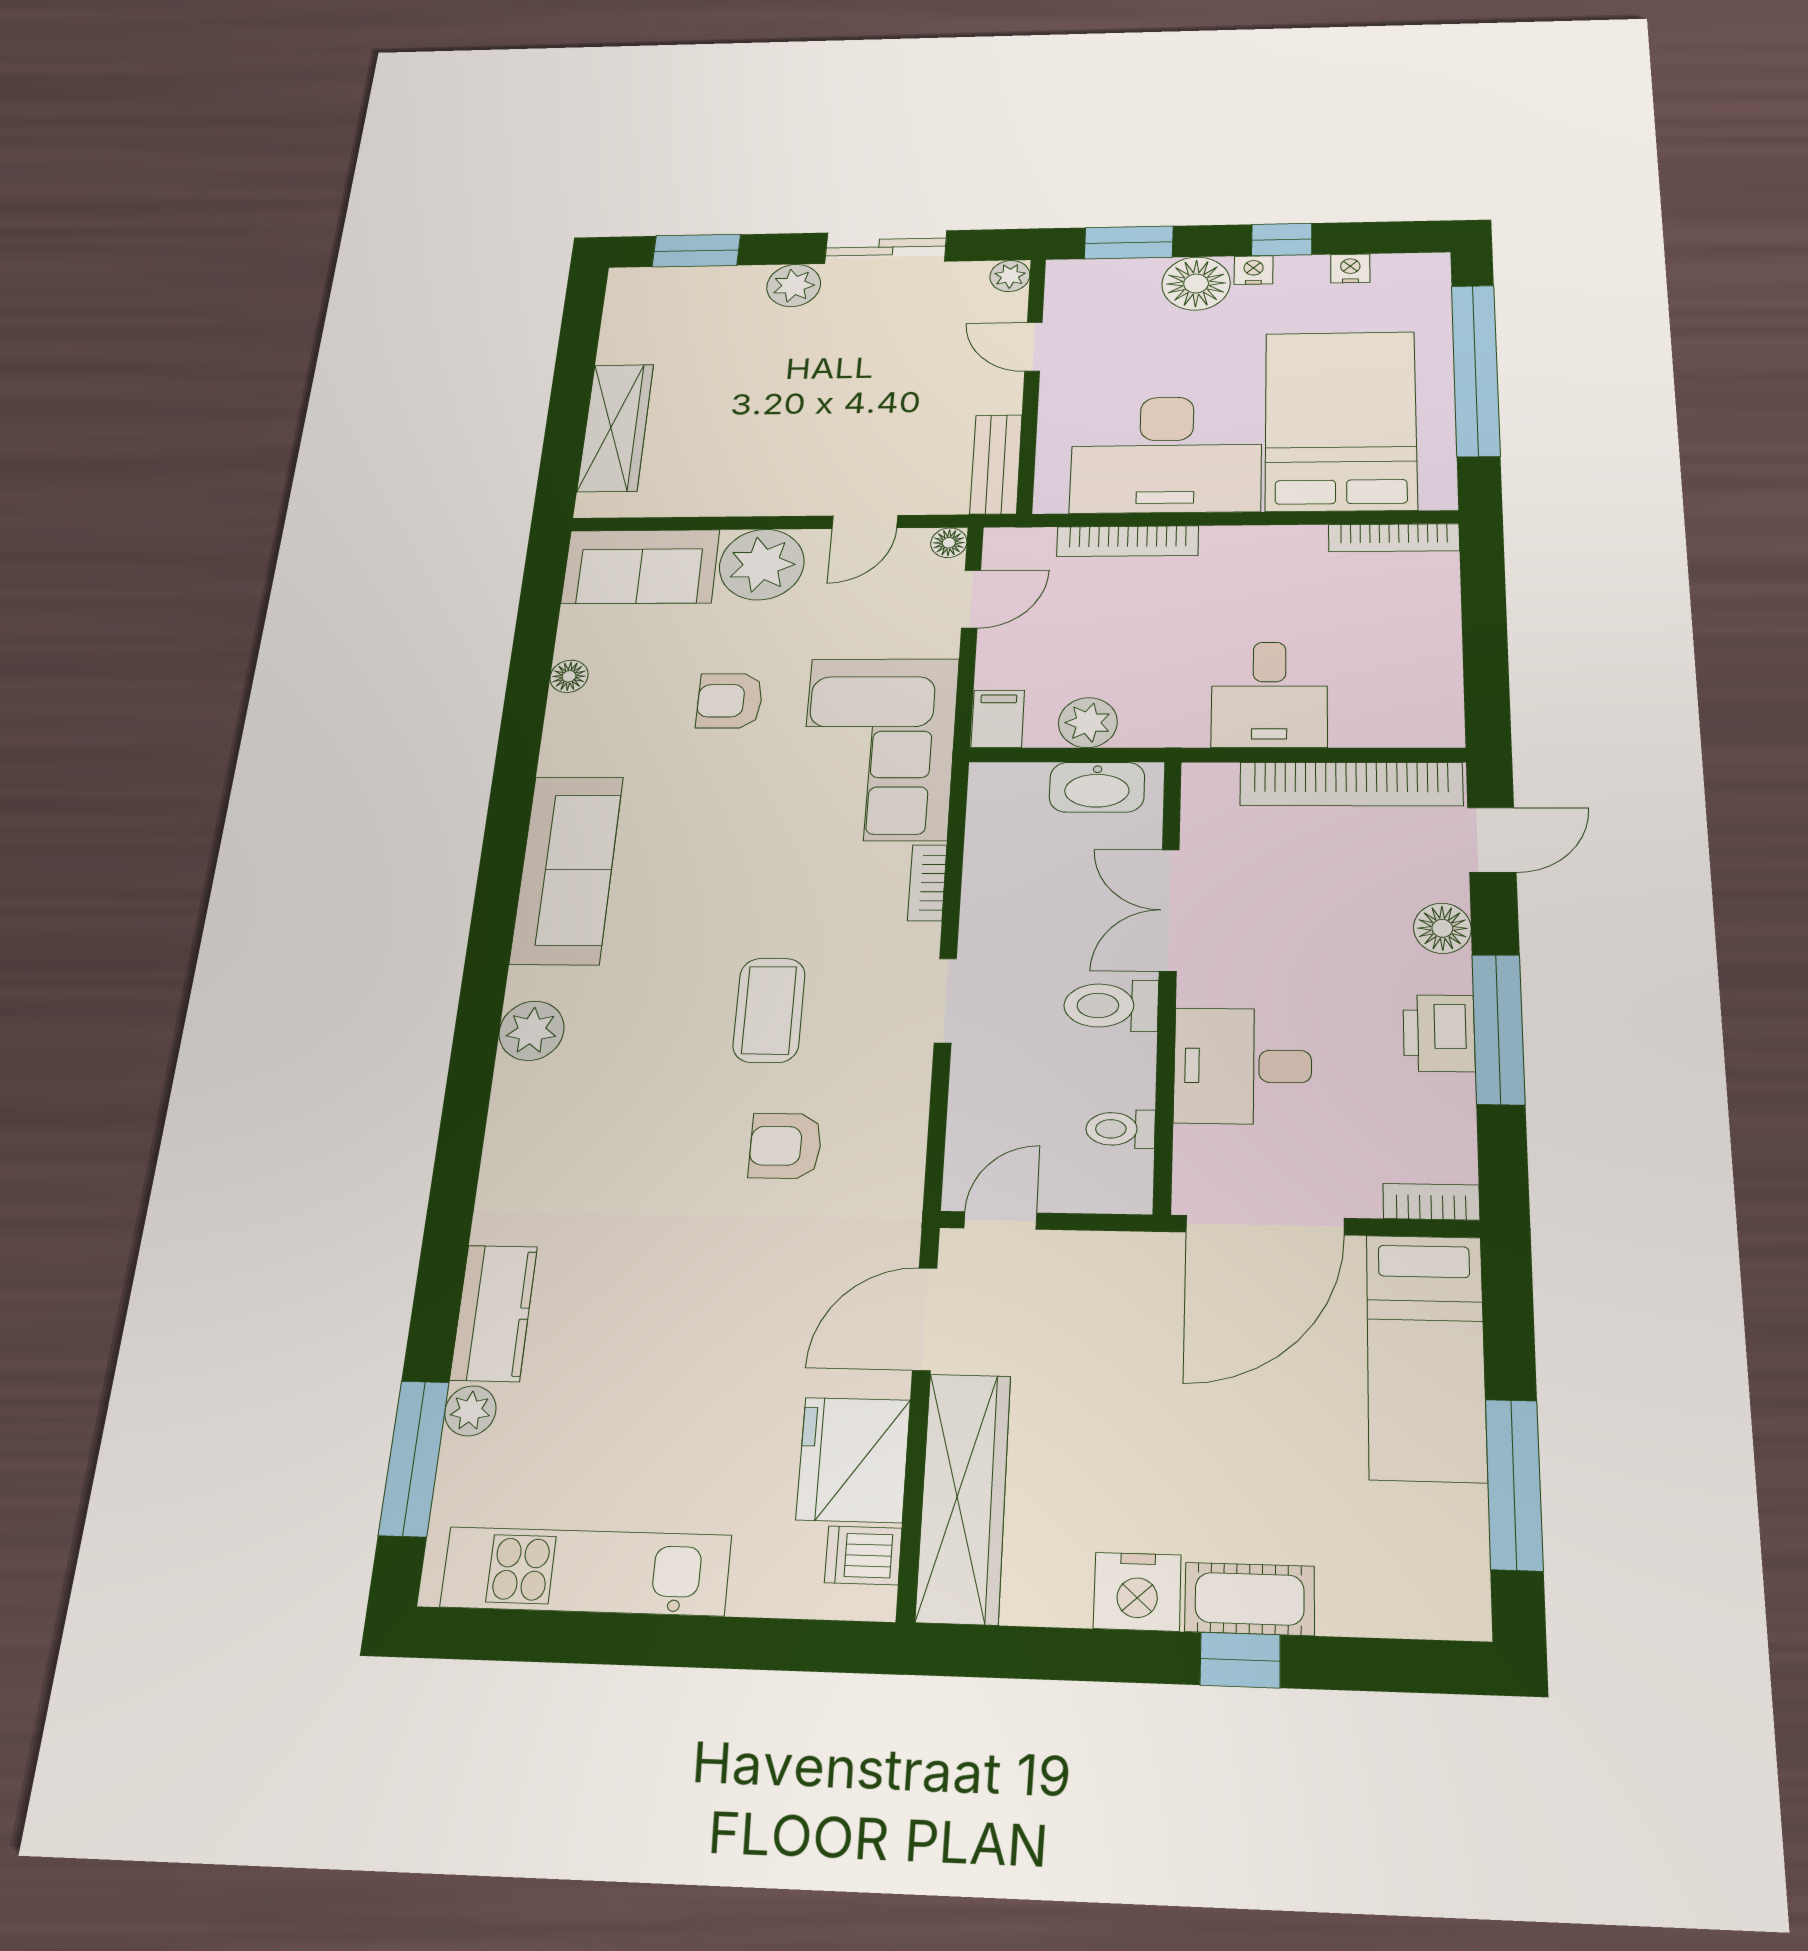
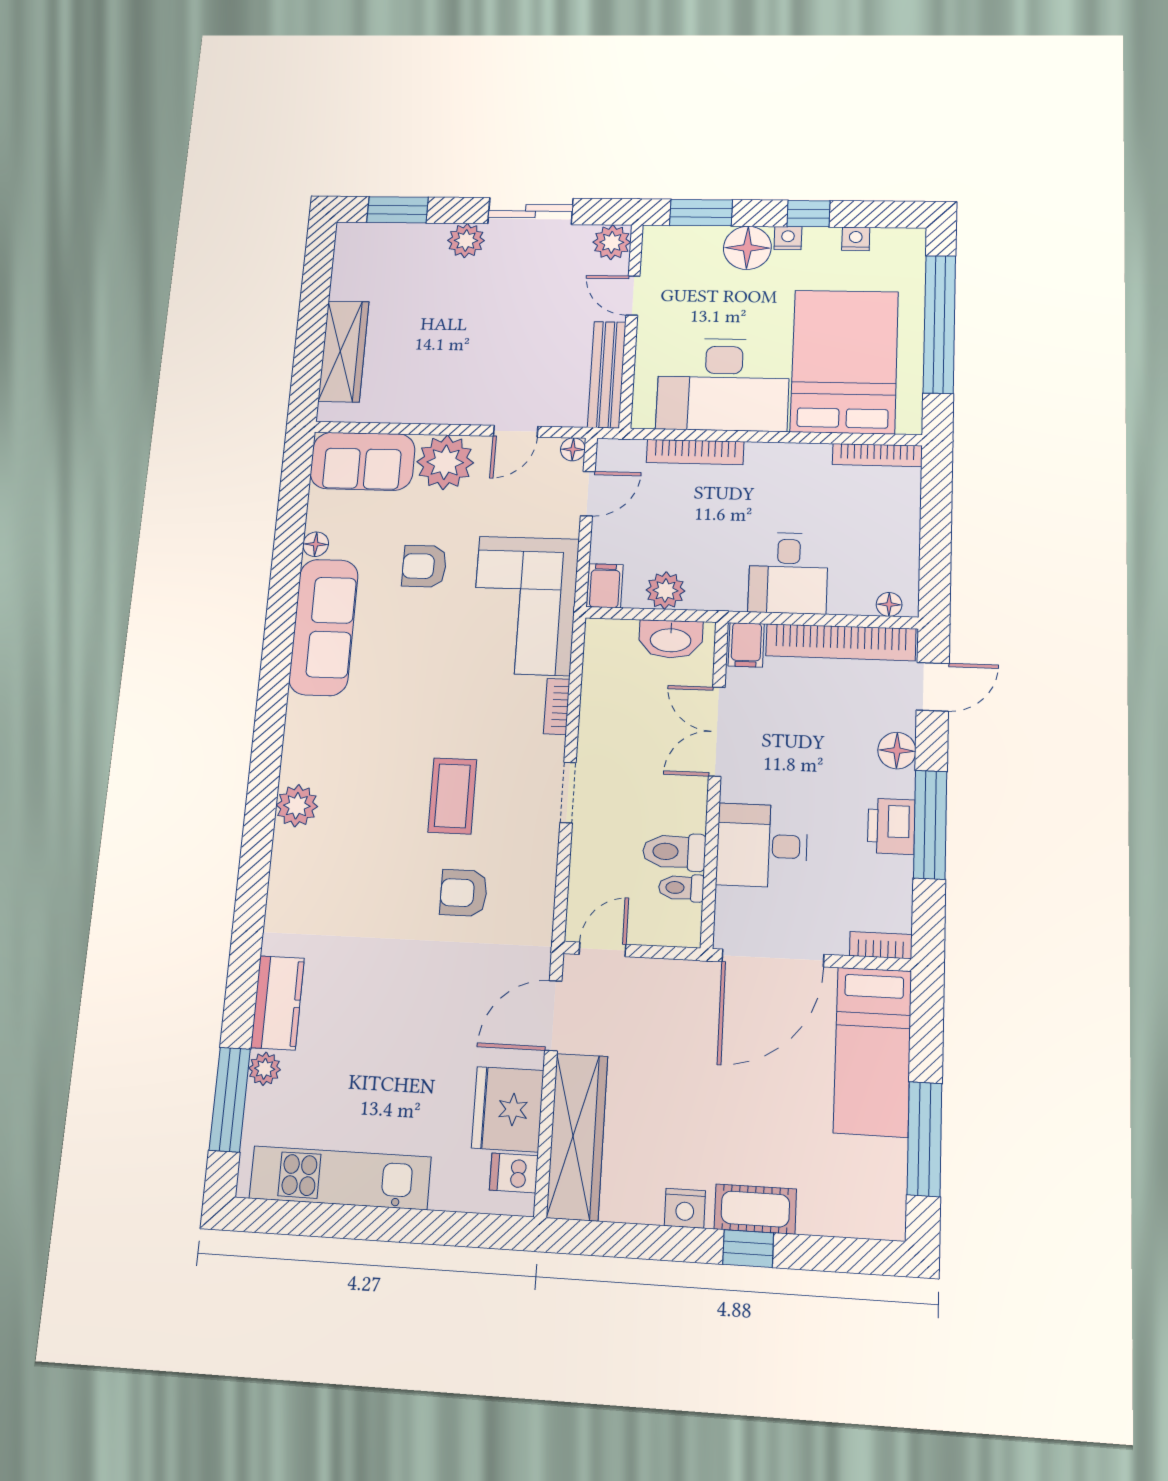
plant: (1010, 276) -> (612, 242), width x1.38, depth x1.38
bench: (996, 464) -> (607, 375), width x1.36
floor lamp: (1421, 732) -> (889, 604), added
filing cabinet: (1210, 792) -> (746, 645), added
sofa: (567, 869) -> (324, 627), moved
toilet: (1111, 1006) -> (674, 852), moved
nightstand: (1137, 1592) -> (685, 1208), width x0.74, depth x0.75

